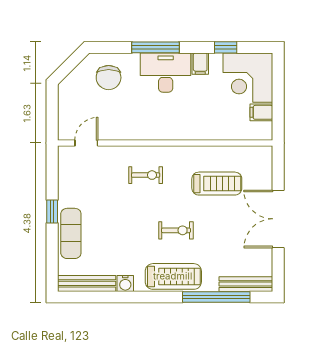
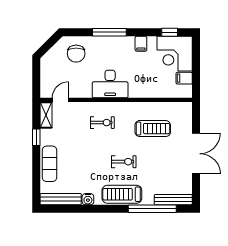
window: (226, 47) -> (170, 32), moved
desk: (166, 73) -> (110, 84), moved, turned 180
shelving: (66, 164) -> (46, 115), added
window: (52, 212) -> (36, 137), moved
double door: (278, 219) -> (196, 154), swing flipped
treadmill: (173, 276) -> (122, 194), turned 180

